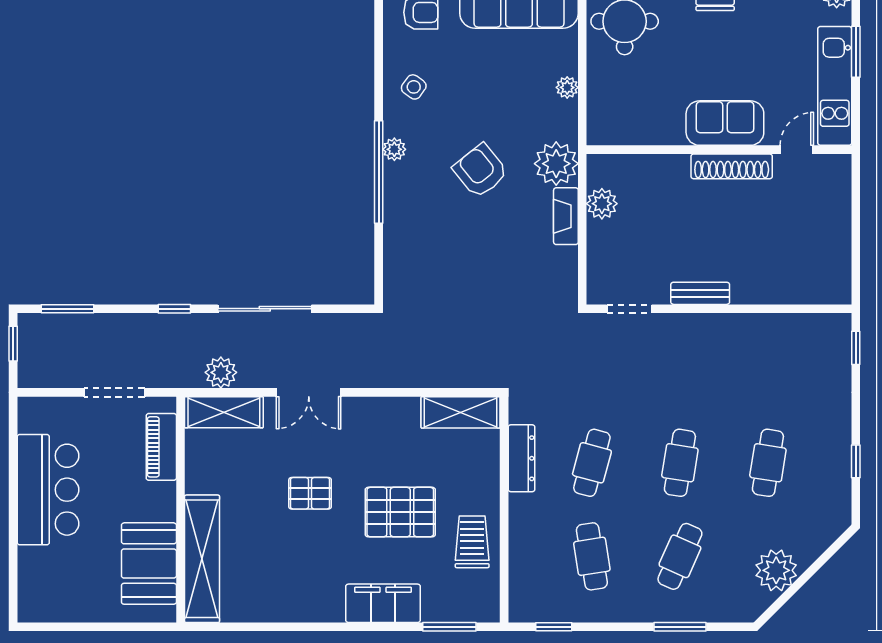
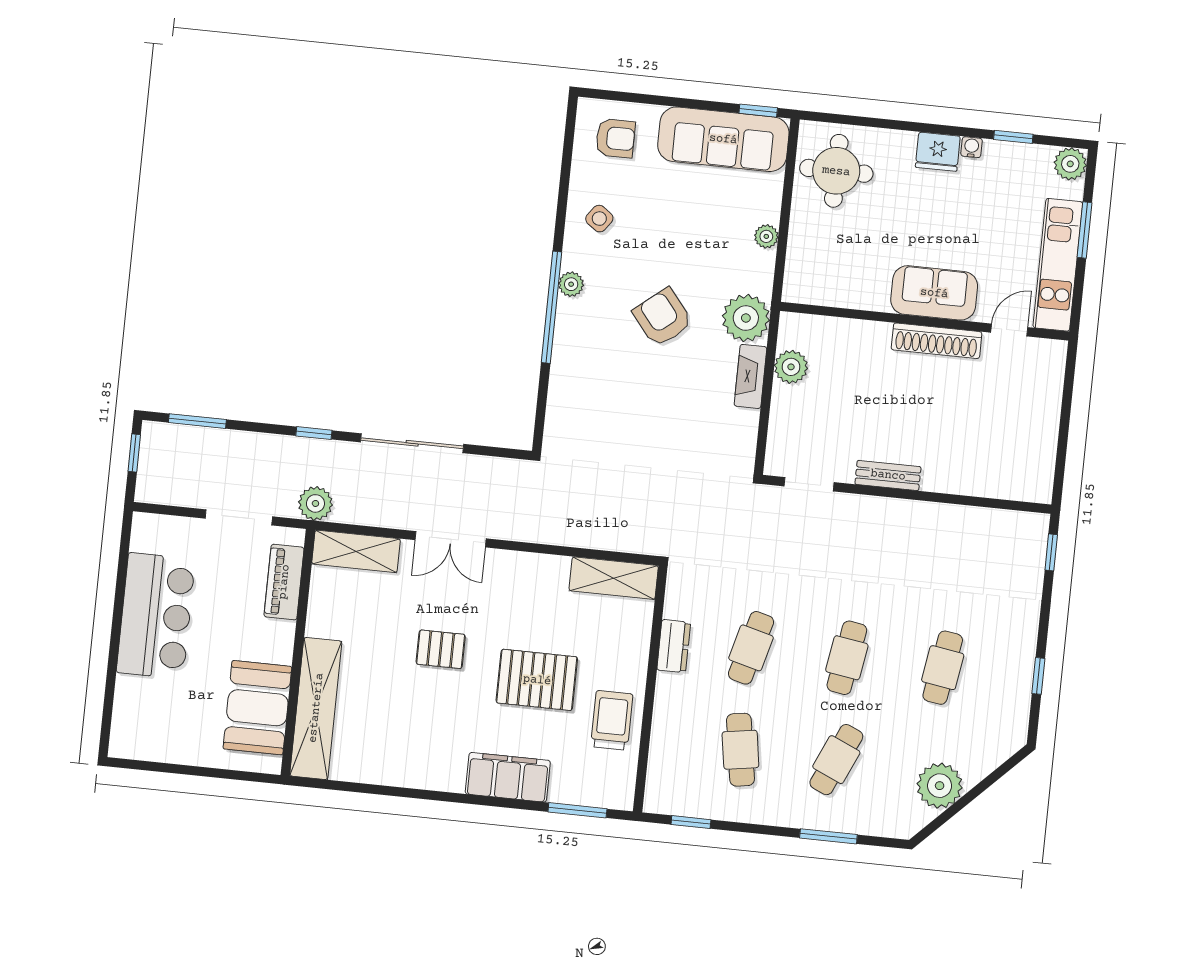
plant: (221, 372) -> (315, 503), moved
dresser: (521, 458) -> (674, 646), width x0.70

